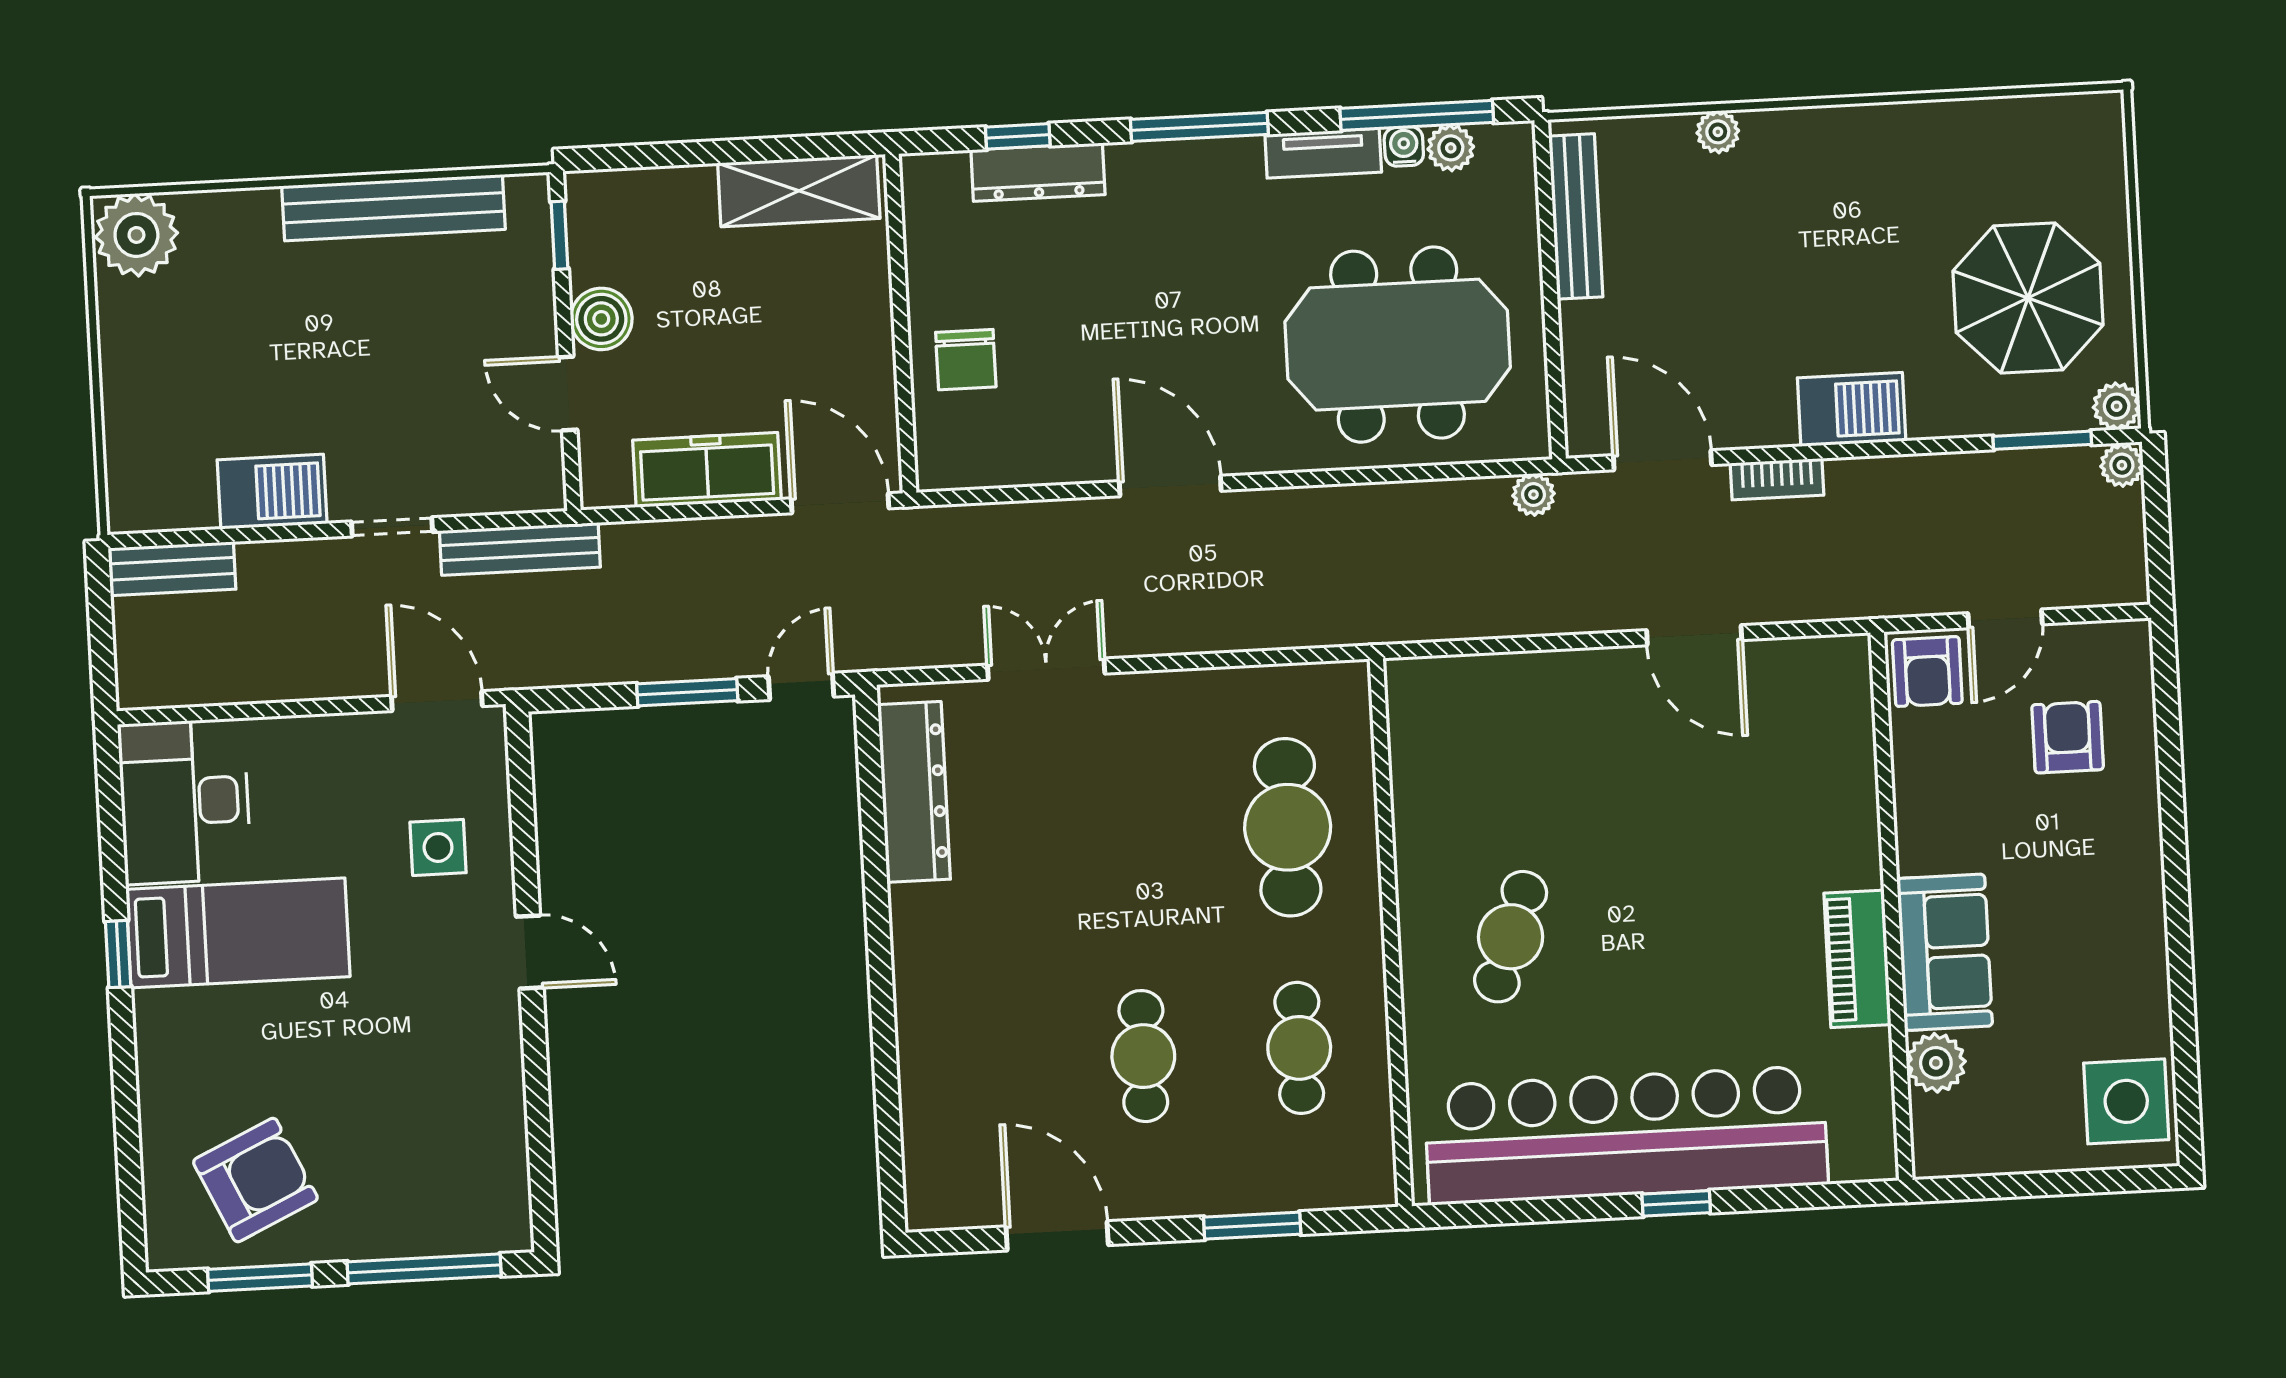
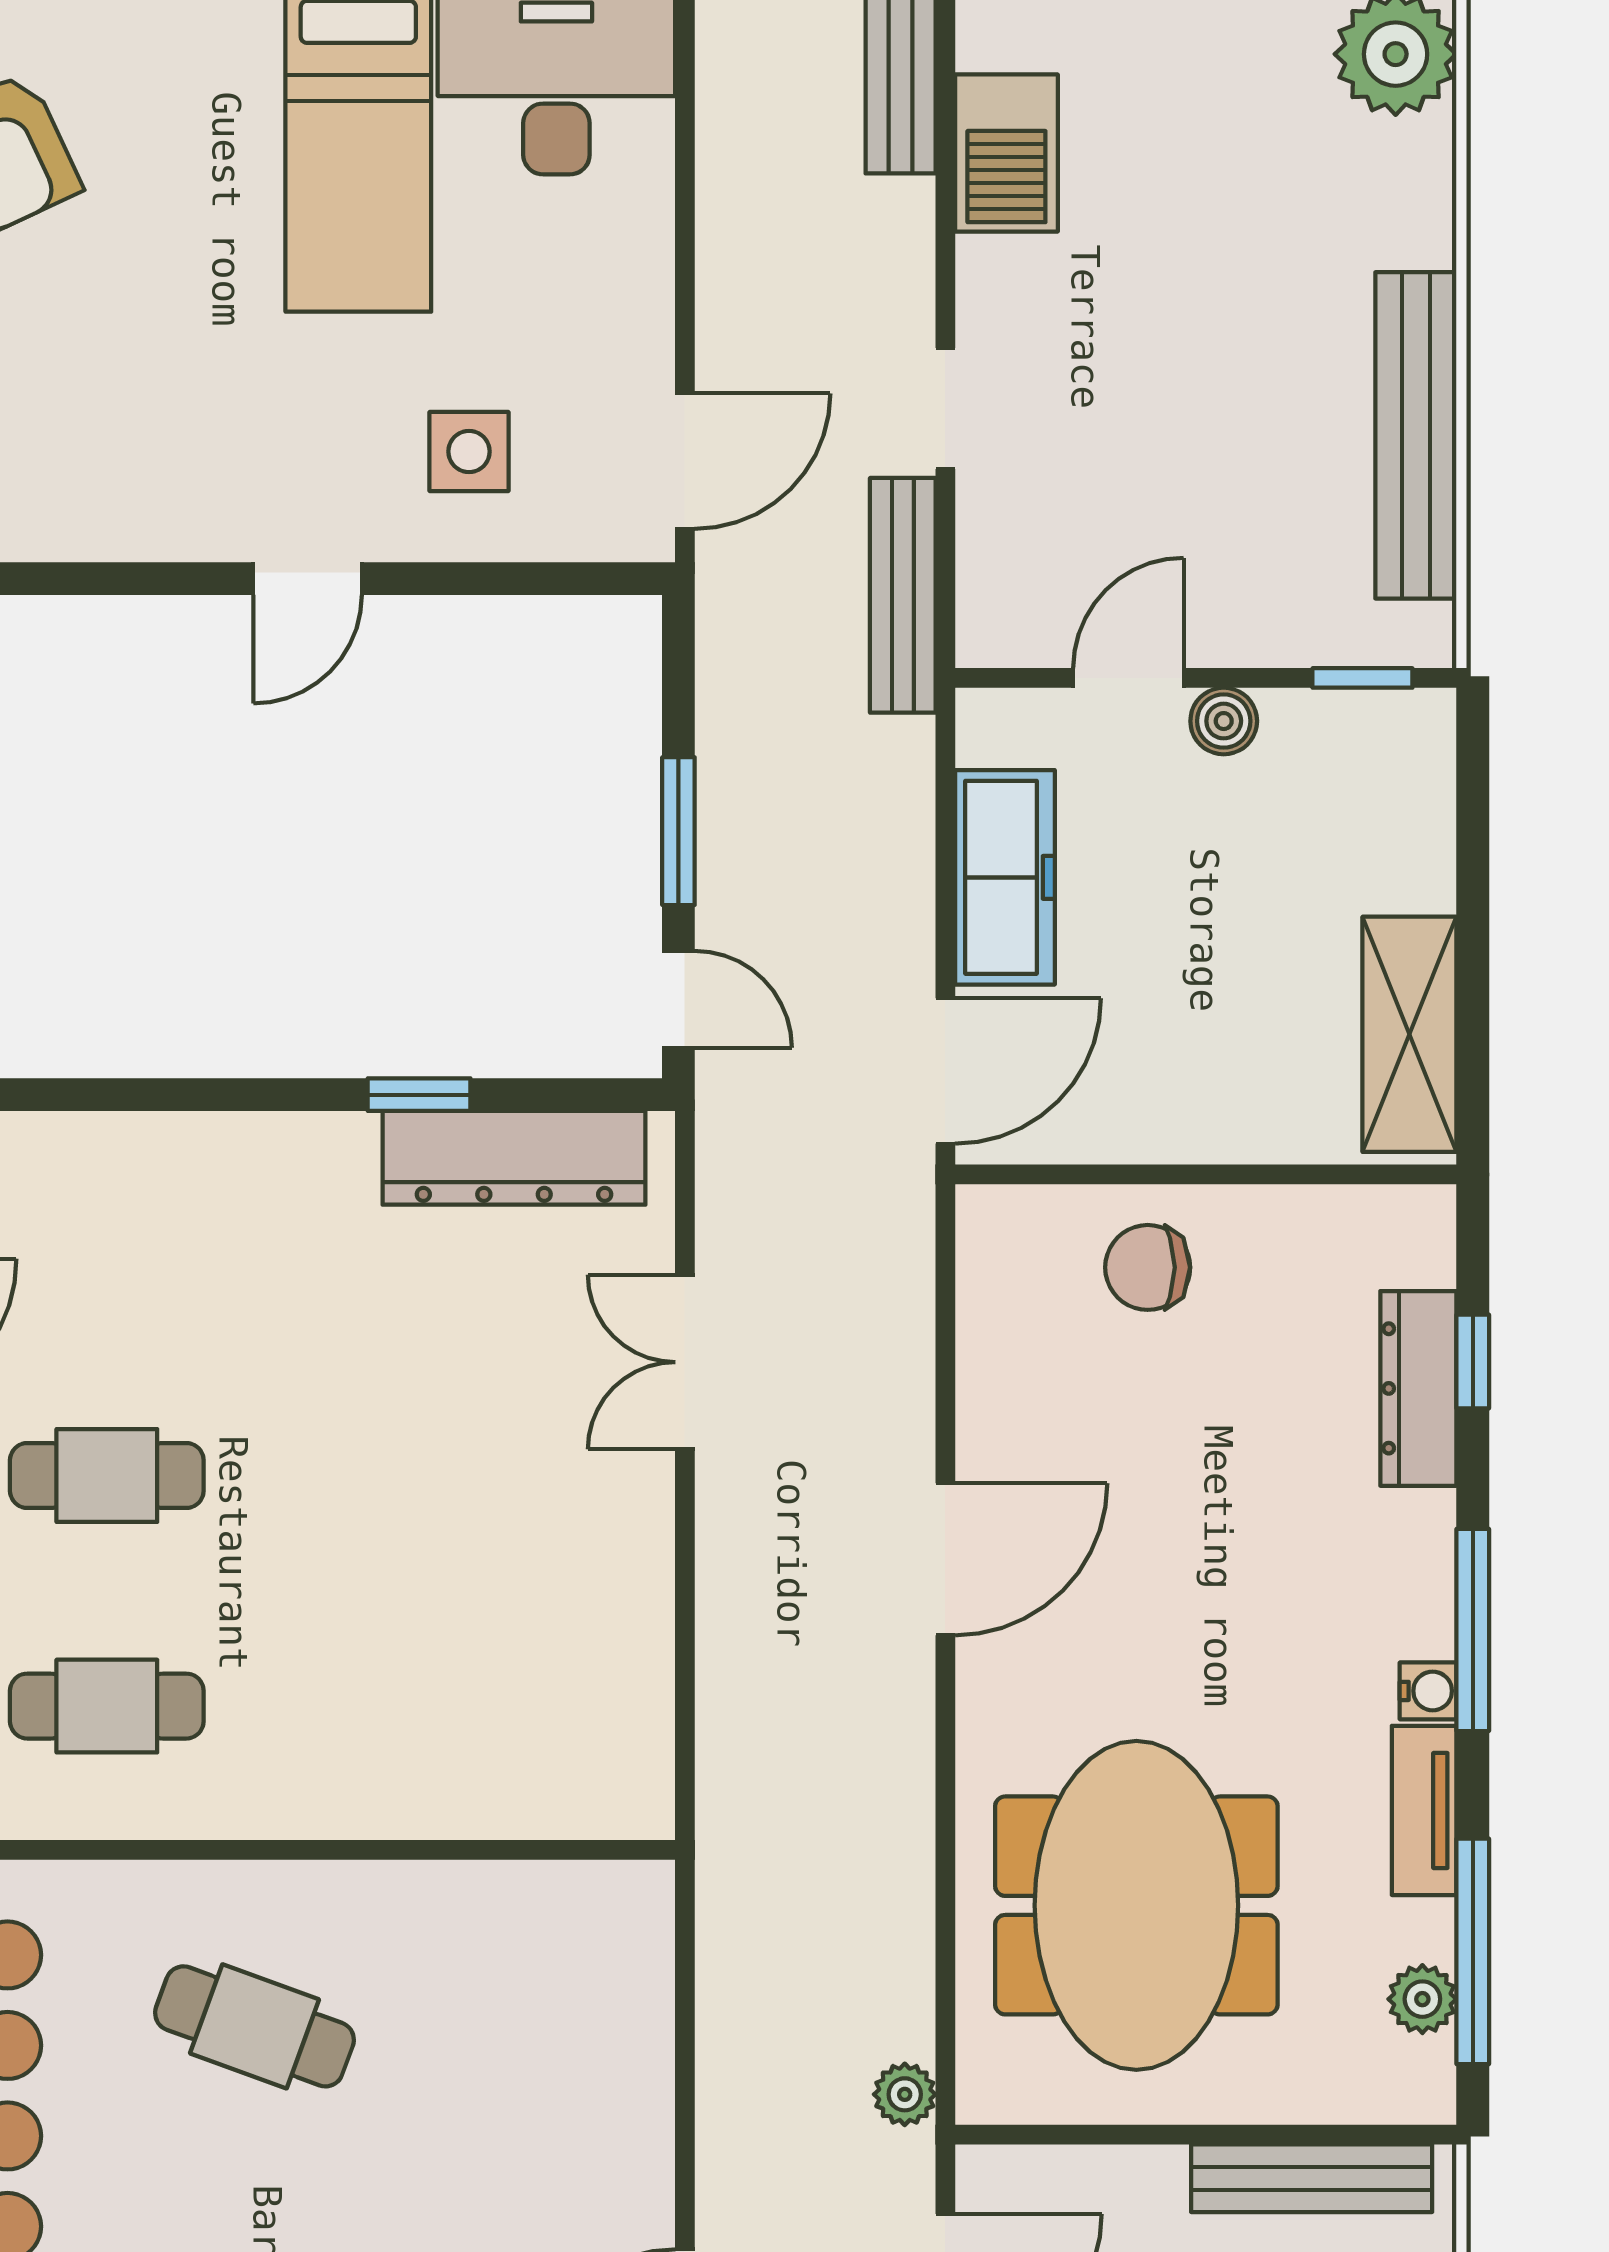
water cooler: (1404, 146) -> (1428, 1691), moved
boiler: (601, 319) -> (1224, 721), width x0.73, depth x0.73
barbecue: (272, 492) -> (1006, 153), moved
double door: (1046, 669) -> (685, 1362), swing flipped
cafe table: (1288, 827) -> (433, 1706), removed
window: (875, 858) -> (419, 1095), added

